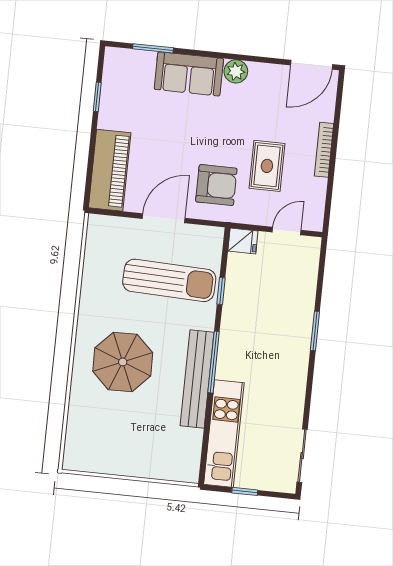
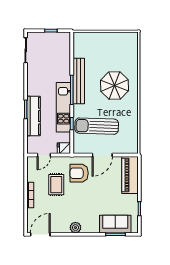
sofa: (189, 74) -> (115, 224), moved
kitchen counter: (300, 315) -> (34, 116), added
kitchen unit: (224, 434) -> (63, 107), moved

